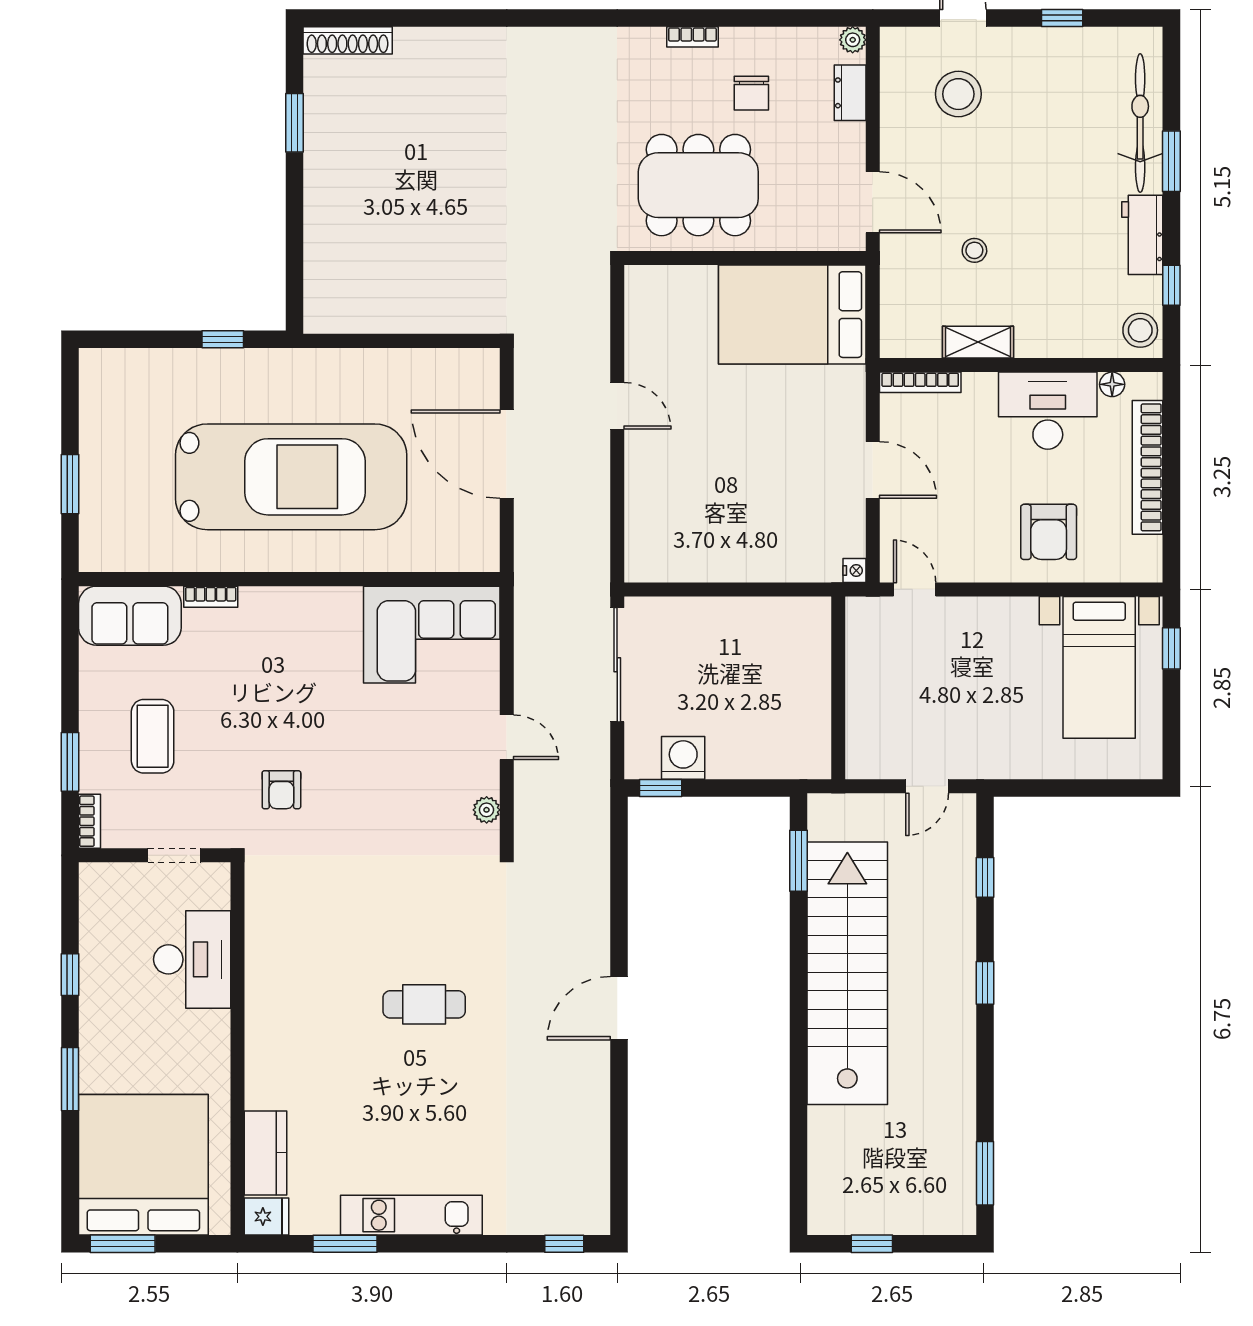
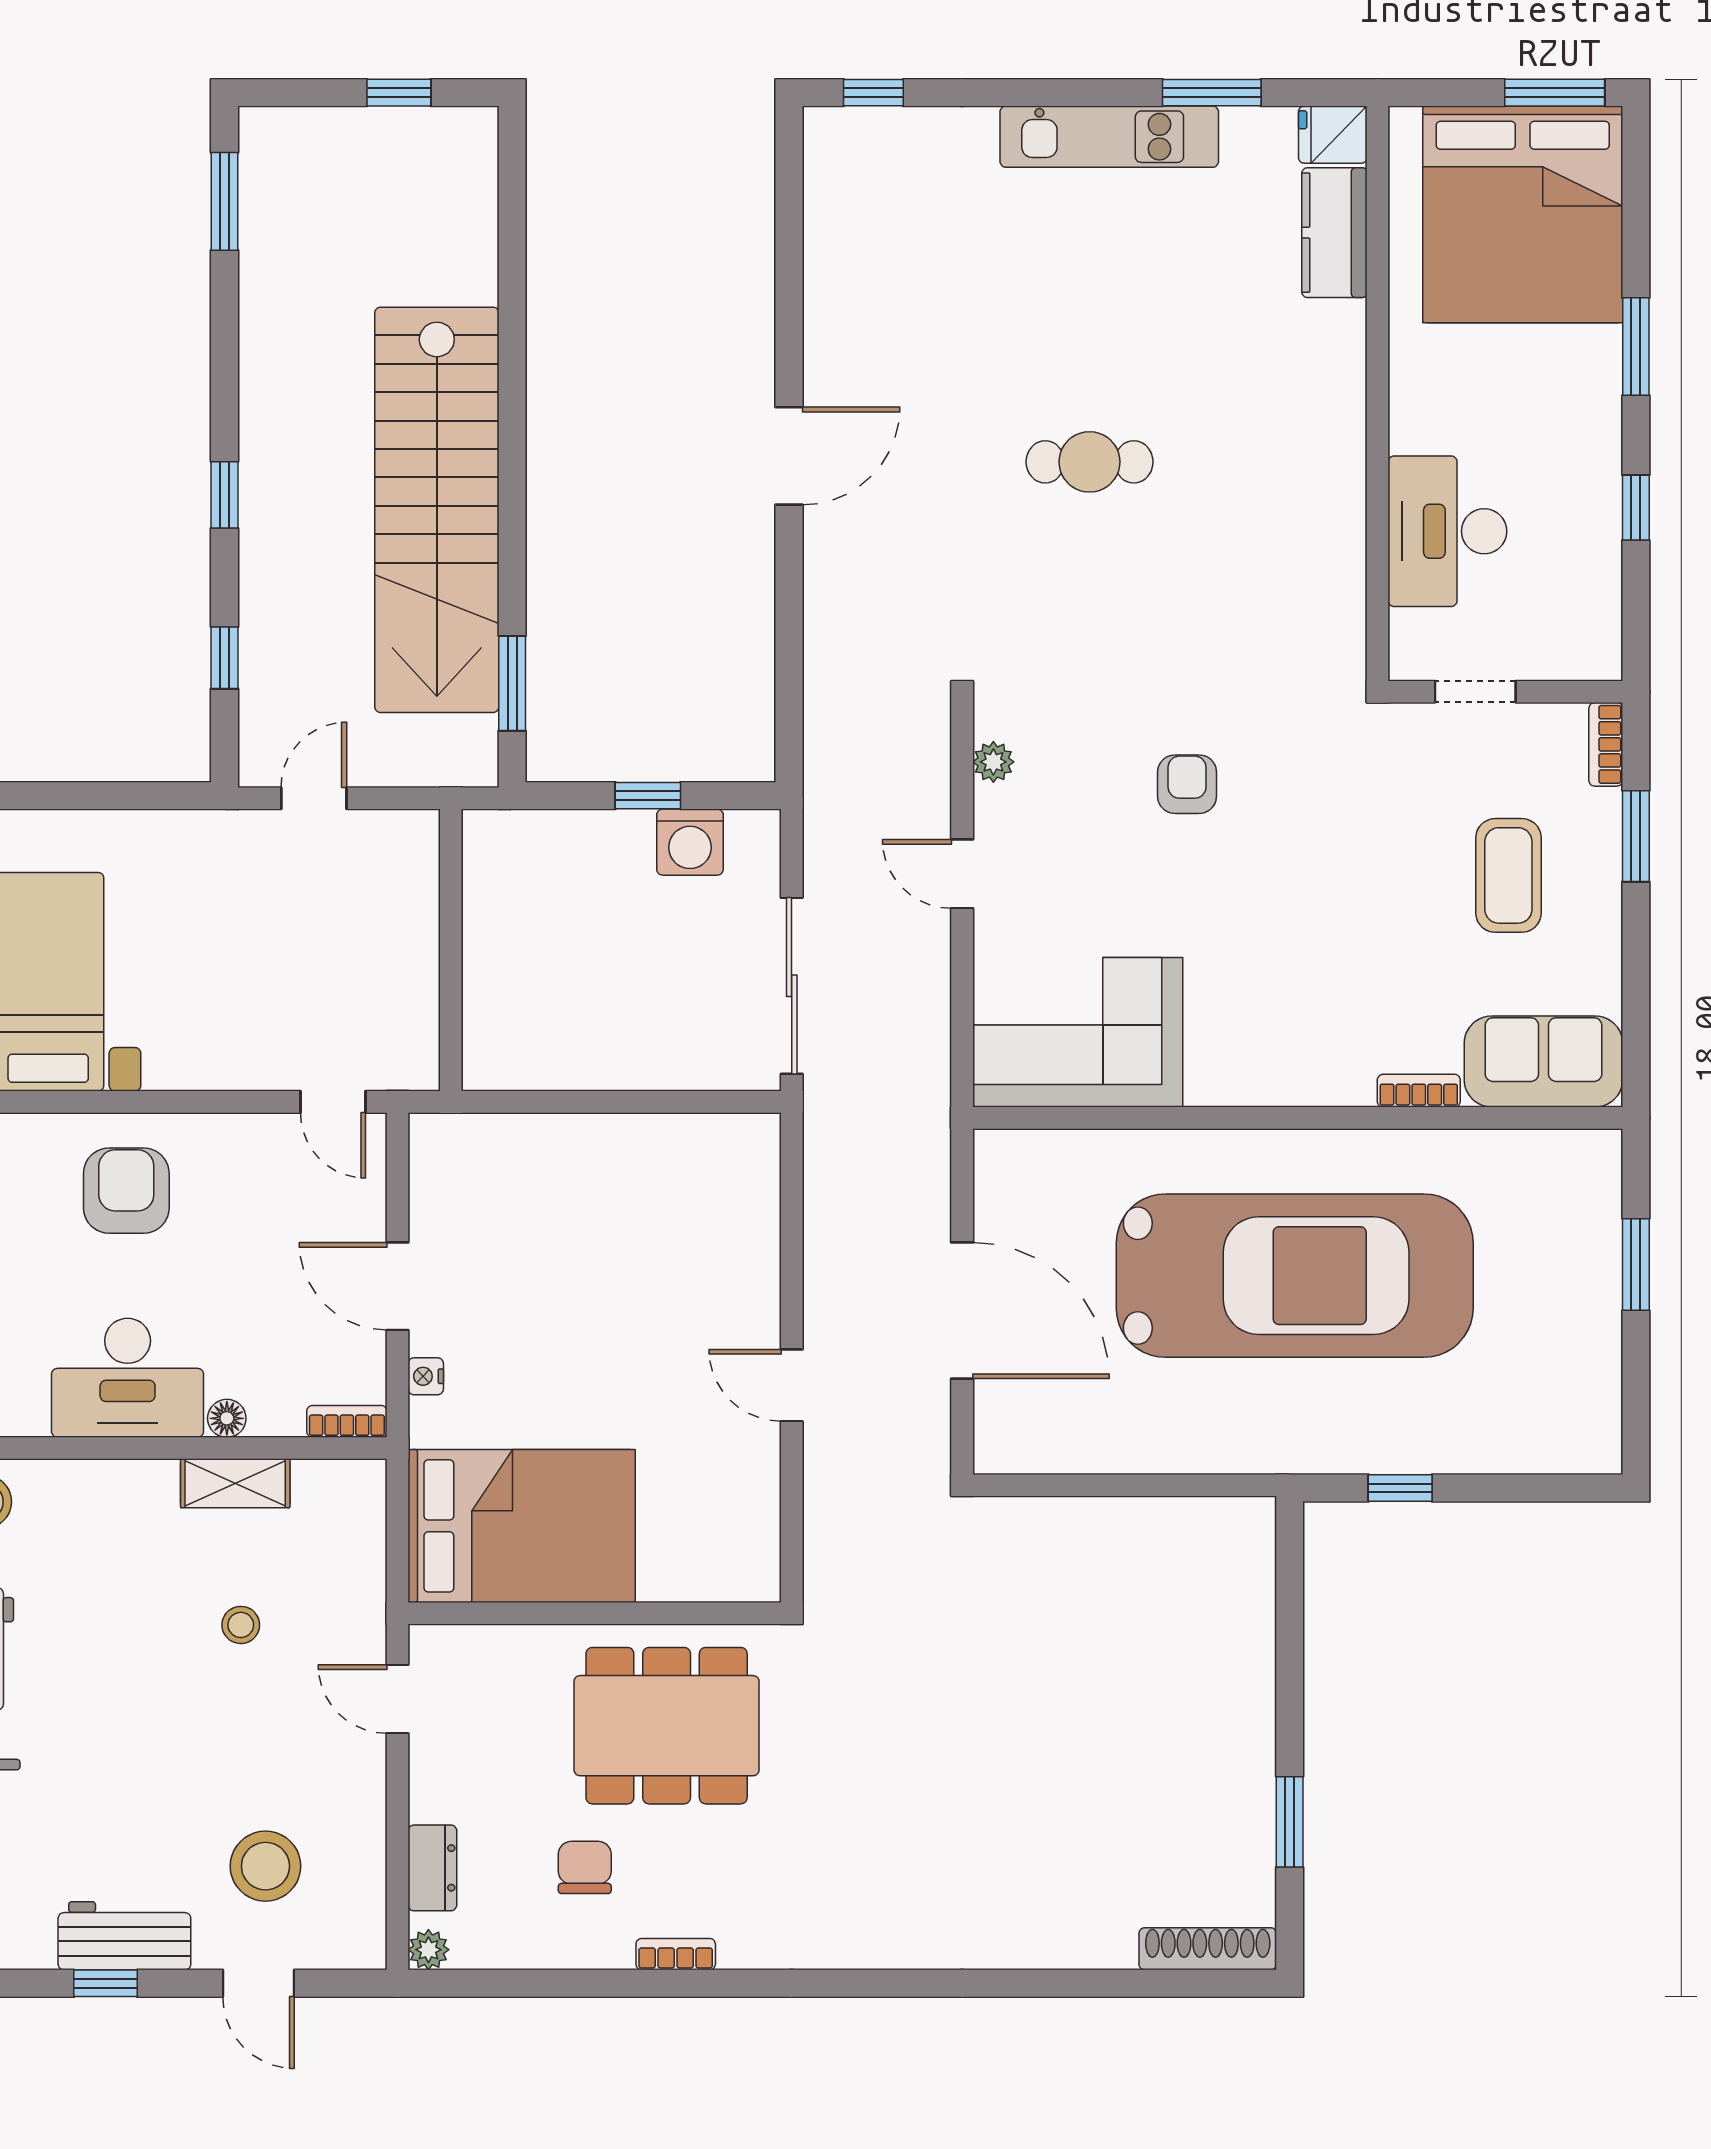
workbench: (1050, 49) -> (124, 1936), added
door: (873, 202) -> (398, 1699), width x0.73
bookcase: (920, 382) -> (347, 1421), width x0.64
floor lamp: (1112, 384) -> (227, 1418), moved
car: (291, 477) -> (1295, 1276), turned 180
nightstand: (854, 571) -> (426, 1376), moved
window: (661, 788) -> (648, 796), moved
armchair: (281, 790) -> (1187, 784), moved

